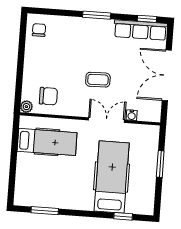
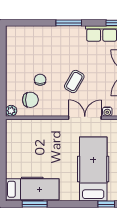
chair: (39, 30) -> (40, 80), moved
coffee table: (98, 80) -> (74, 81), turned -59
hospital bed: (47, 142) -> (32, 189), moved

